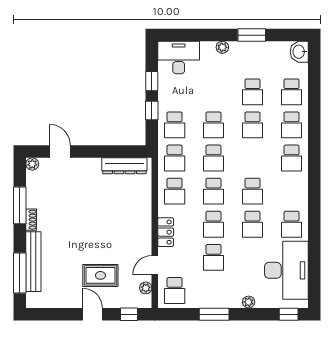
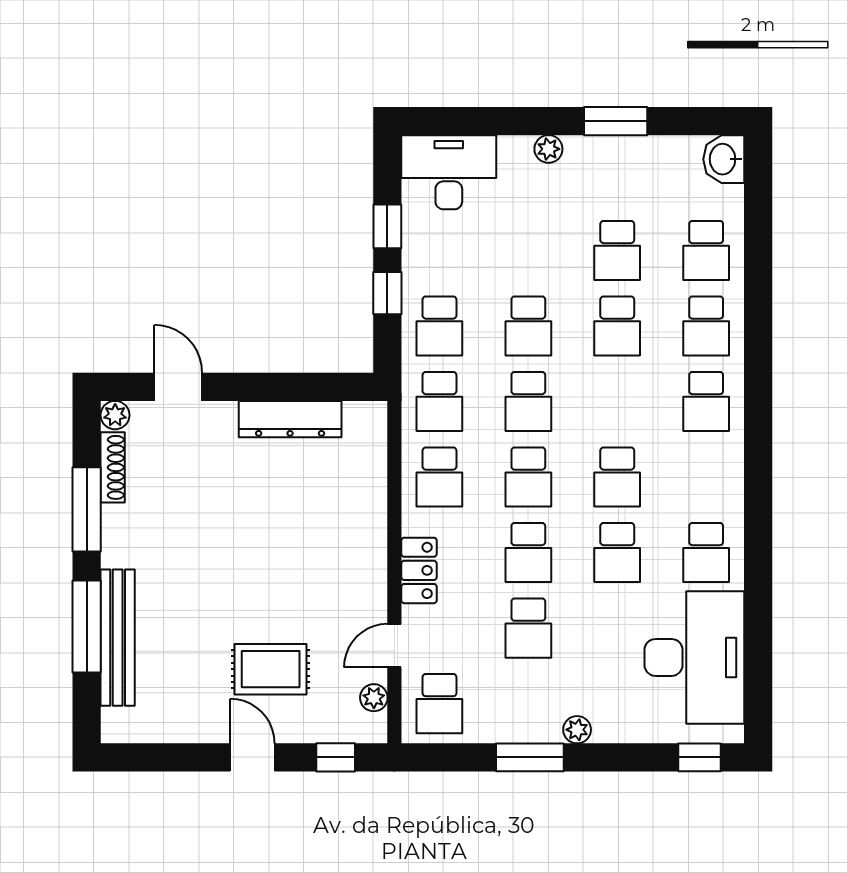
dresser: (124, 166) -> (290, 419), moved
shoe rack: (31, 220) -> (113, 467), moved, width x1.43
window: (20, 273) -> (87, 627), moved
plant: (249, 302) -> (577, 730), moved

